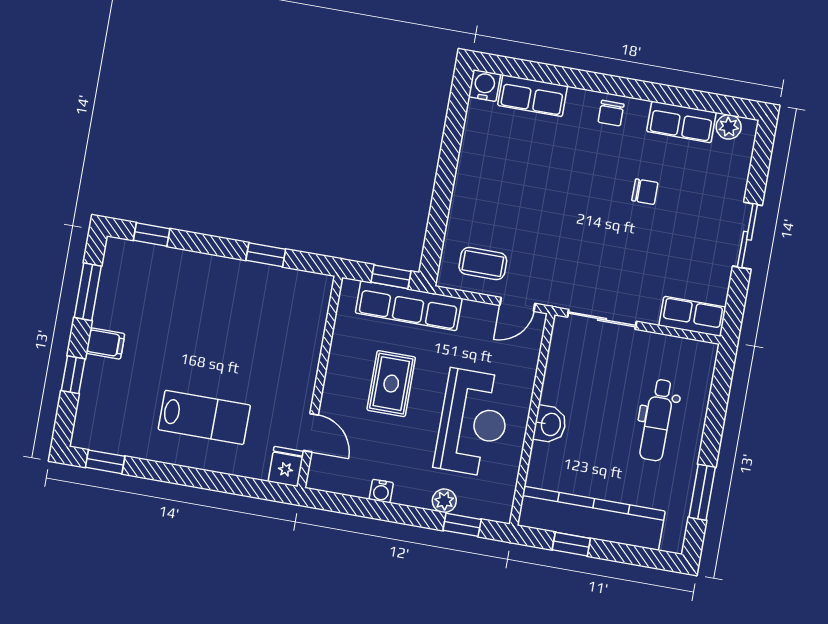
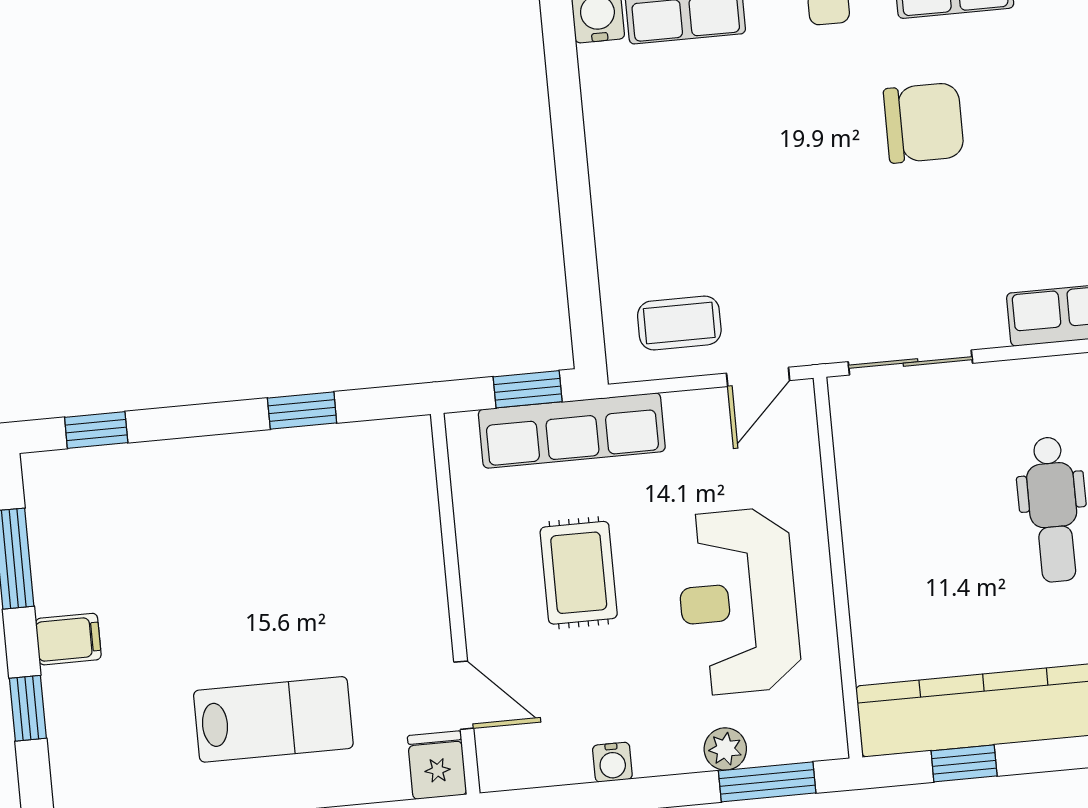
chair: (645, 192) -> (924, 123), width x1.87, depth x1.87
reception desk: (473, 423) -> (738, 601), turned 180
washbasin: (550, 424) -> (871, 568), removed
window: (462, 525) -> (767, 782), width x1.50

